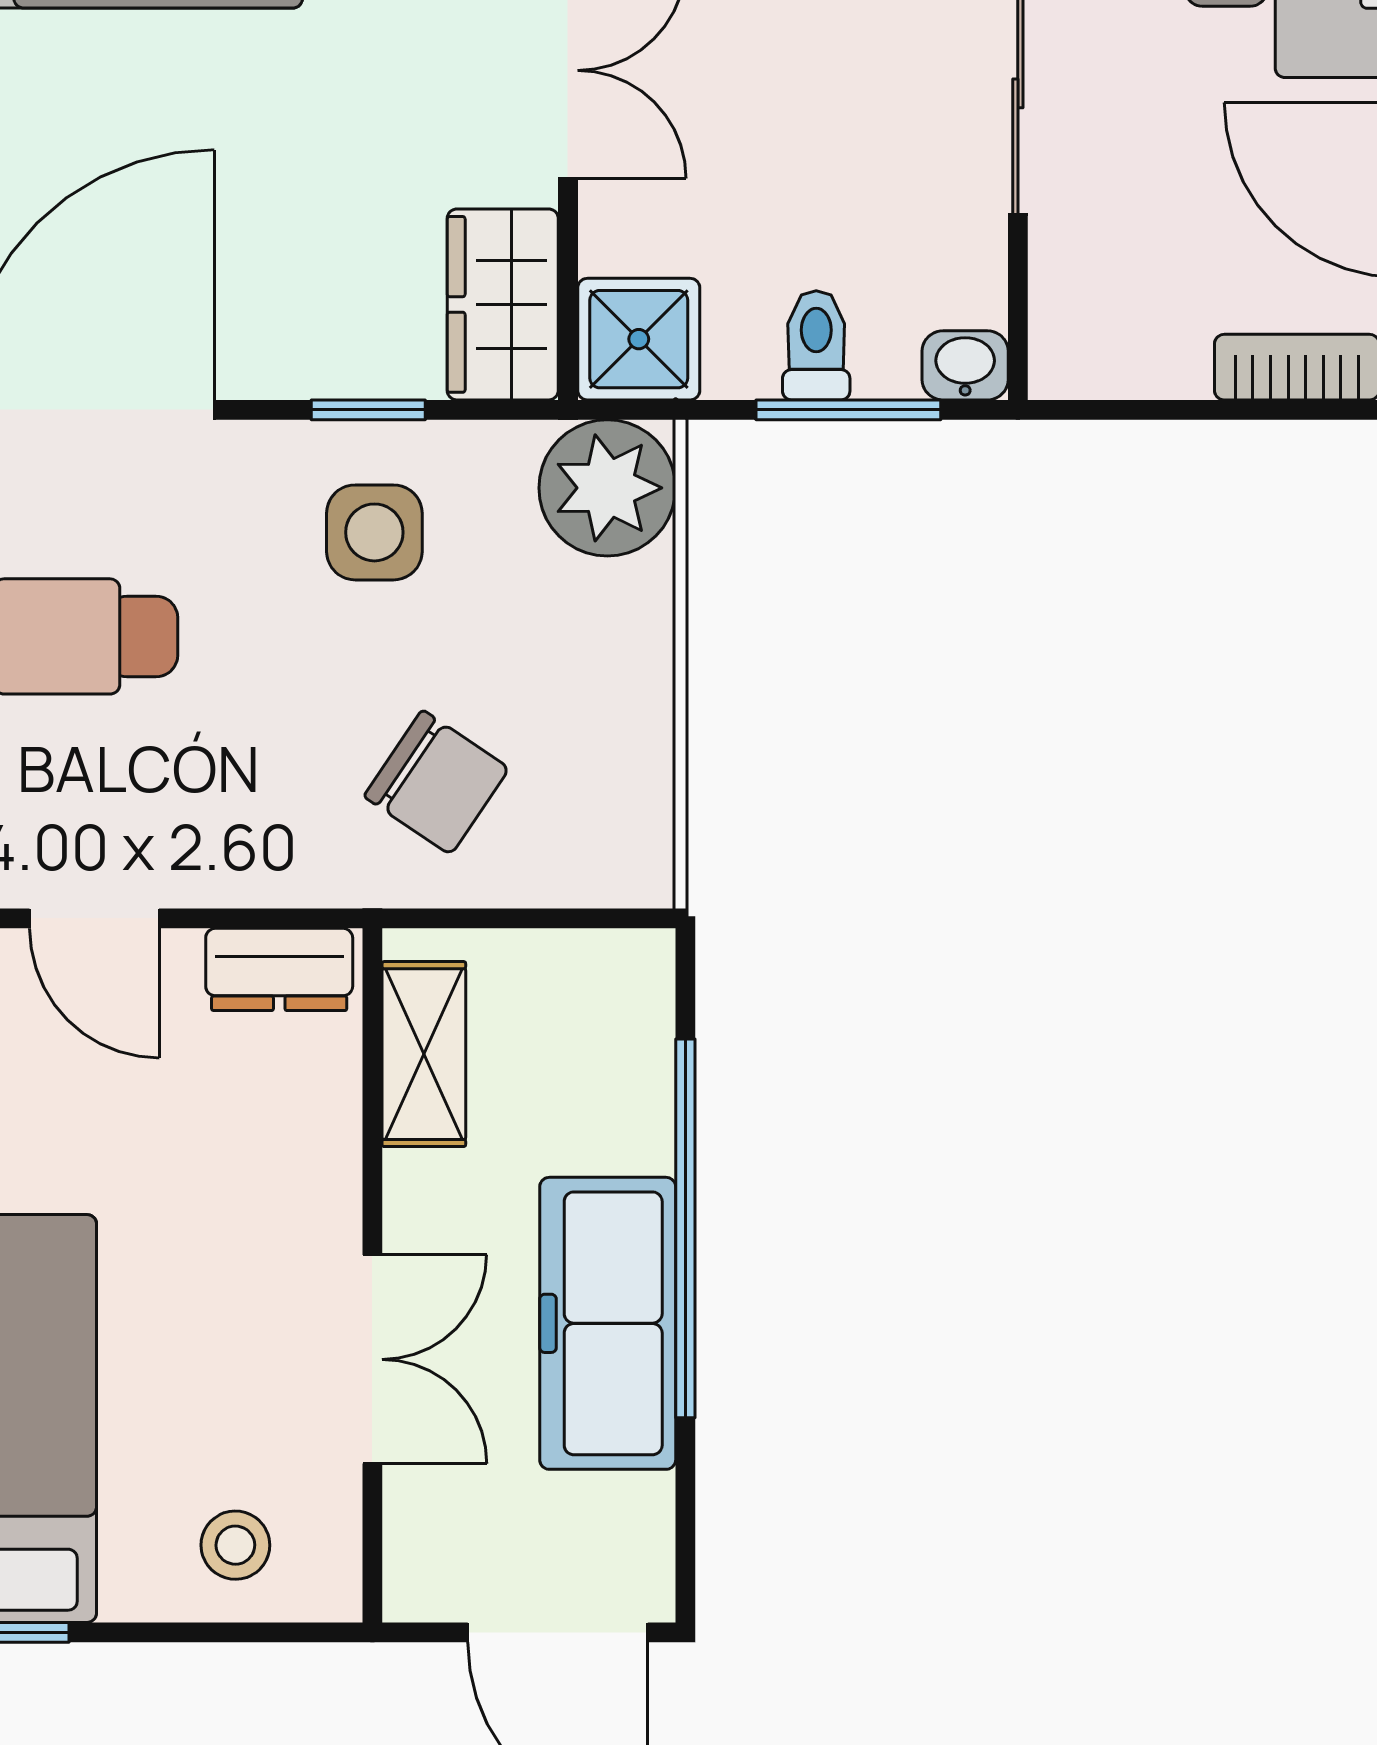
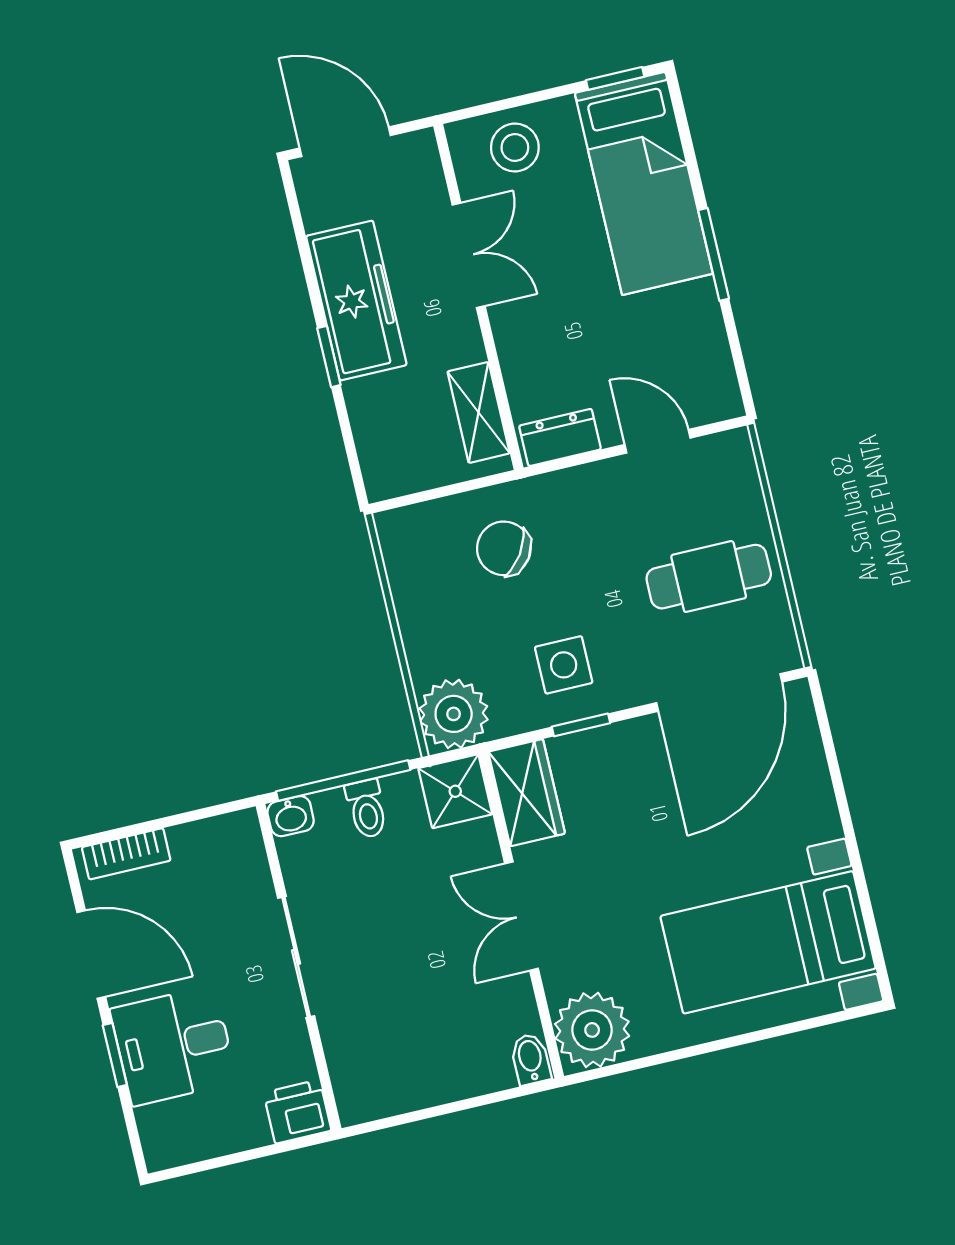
window: (848, 410) -> (343, 781), width x1.44
window: (685, 1228) -> (329, 357), width x0.32
double door: (372, 1359) -> (469, 255), swing flipped
stool: (235, 1545) -> (515, 147), width x1.37, depth x1.37

